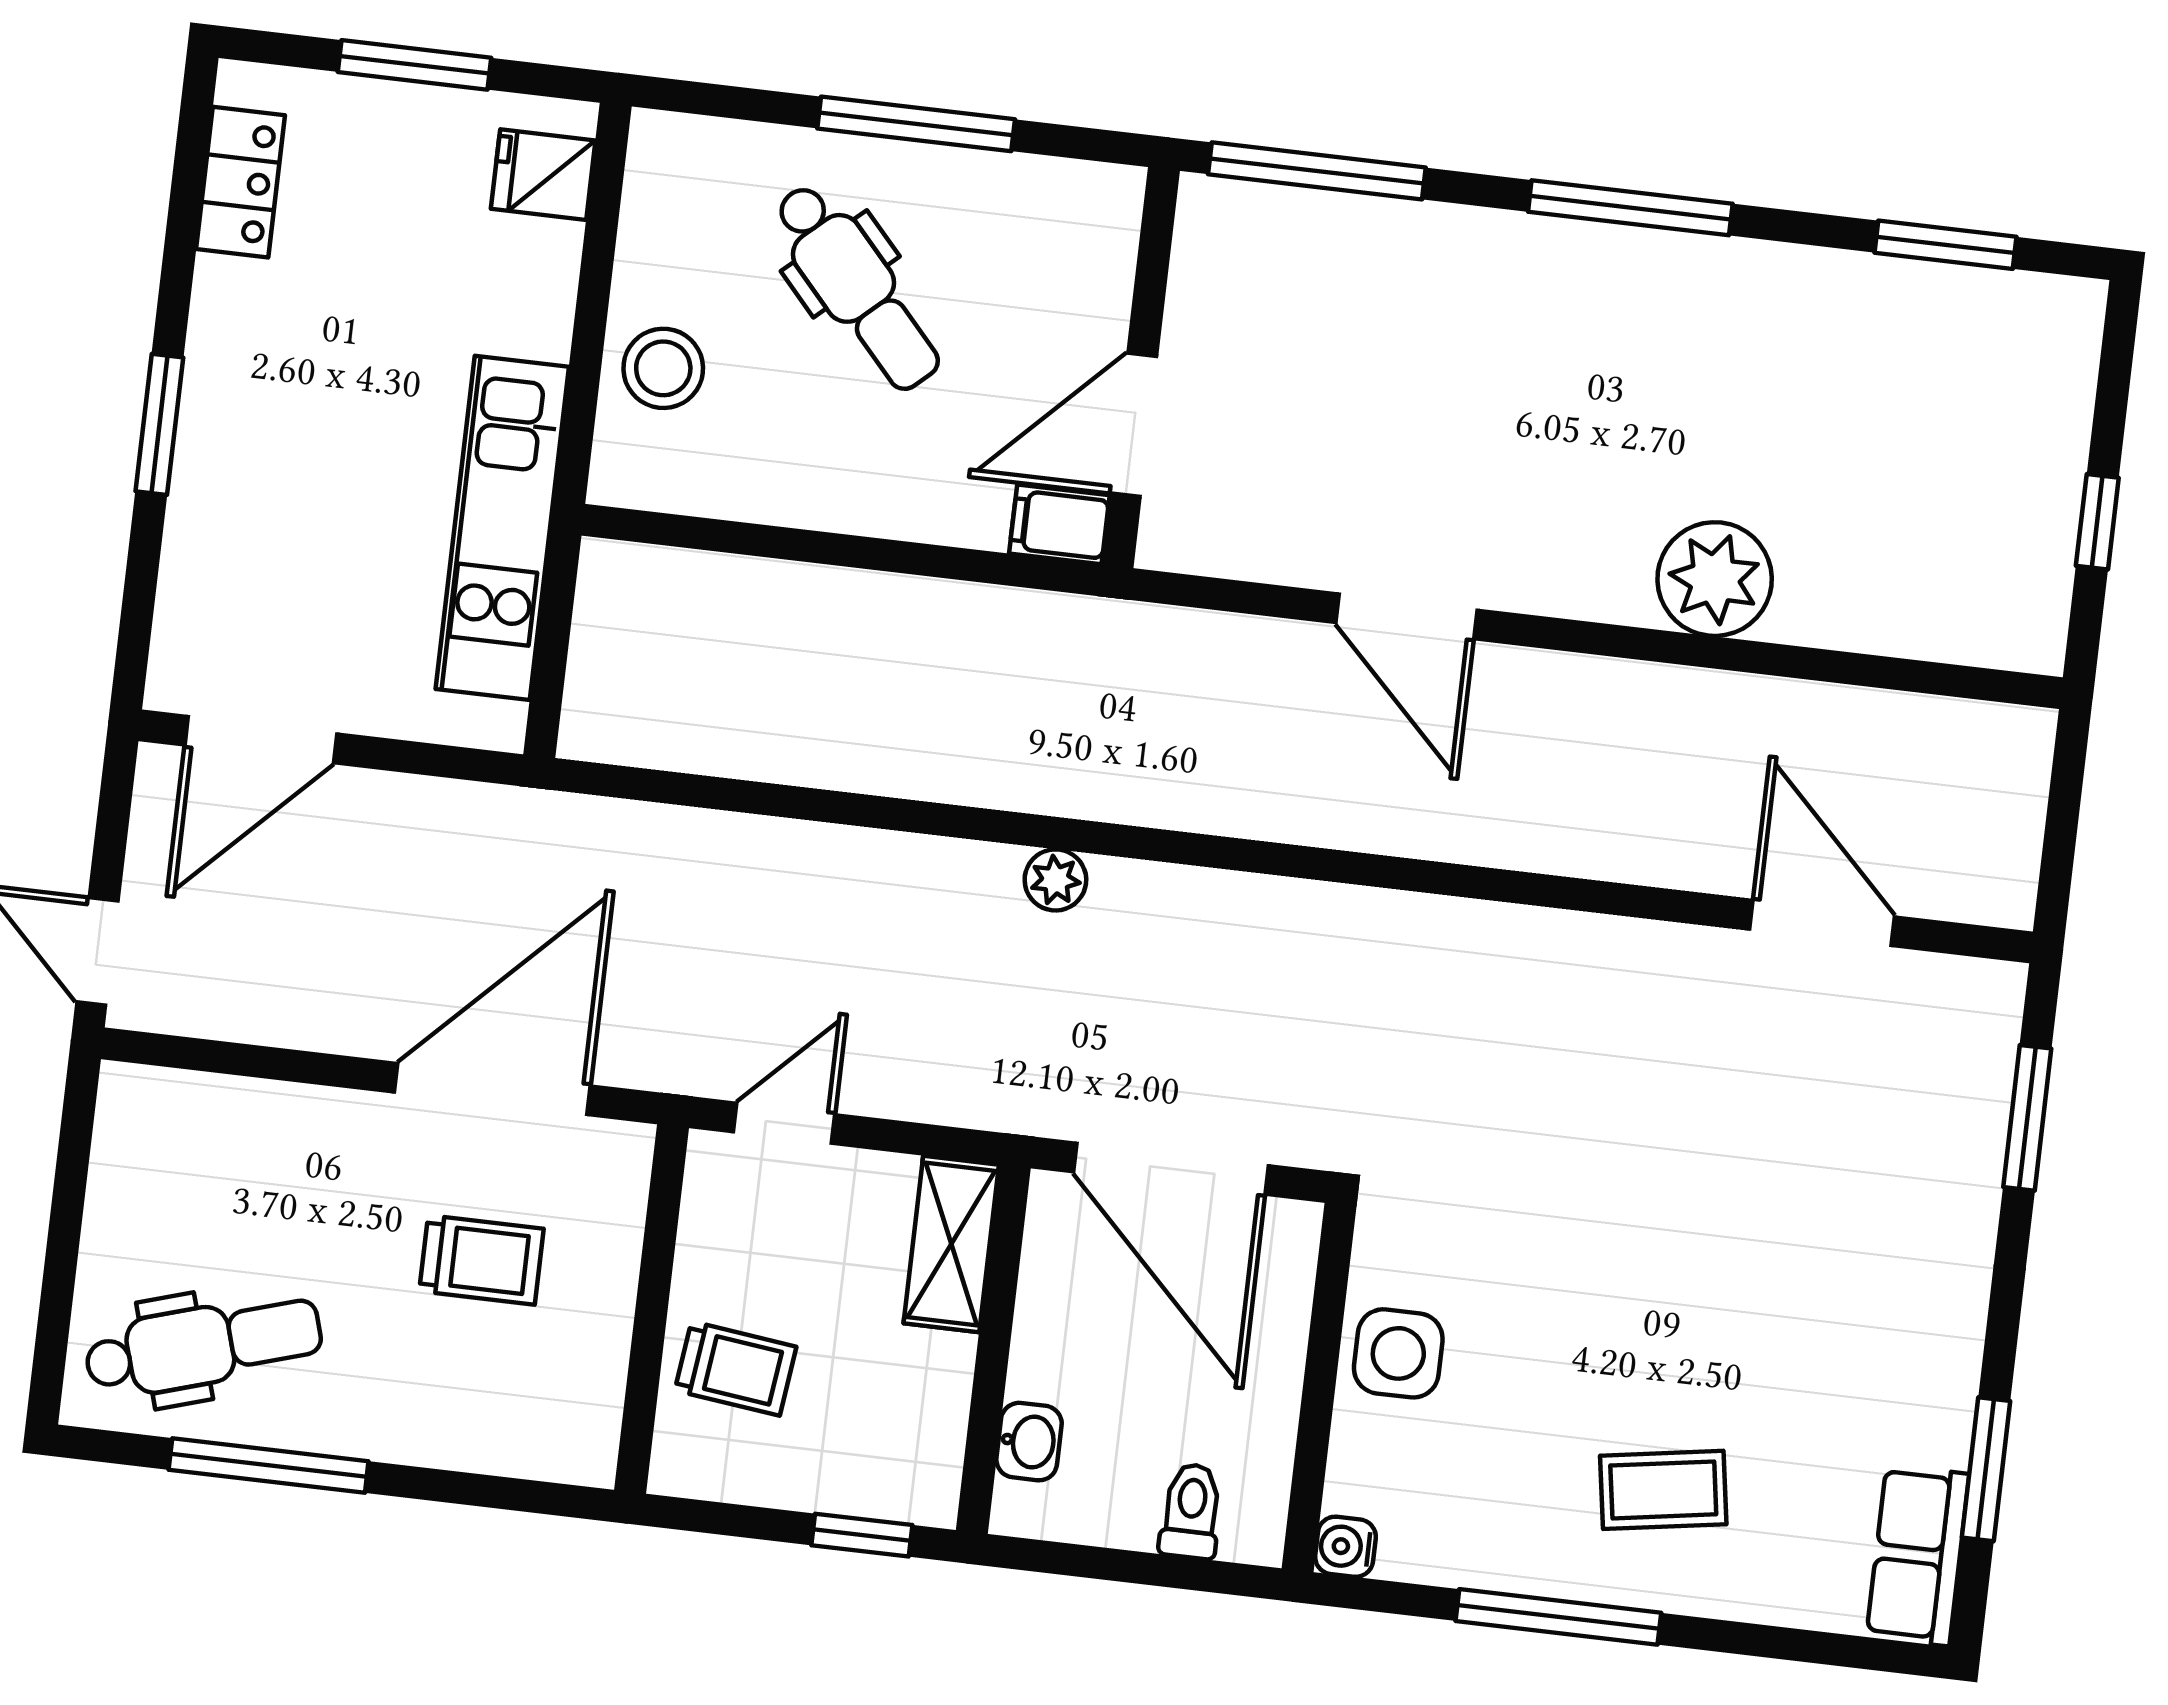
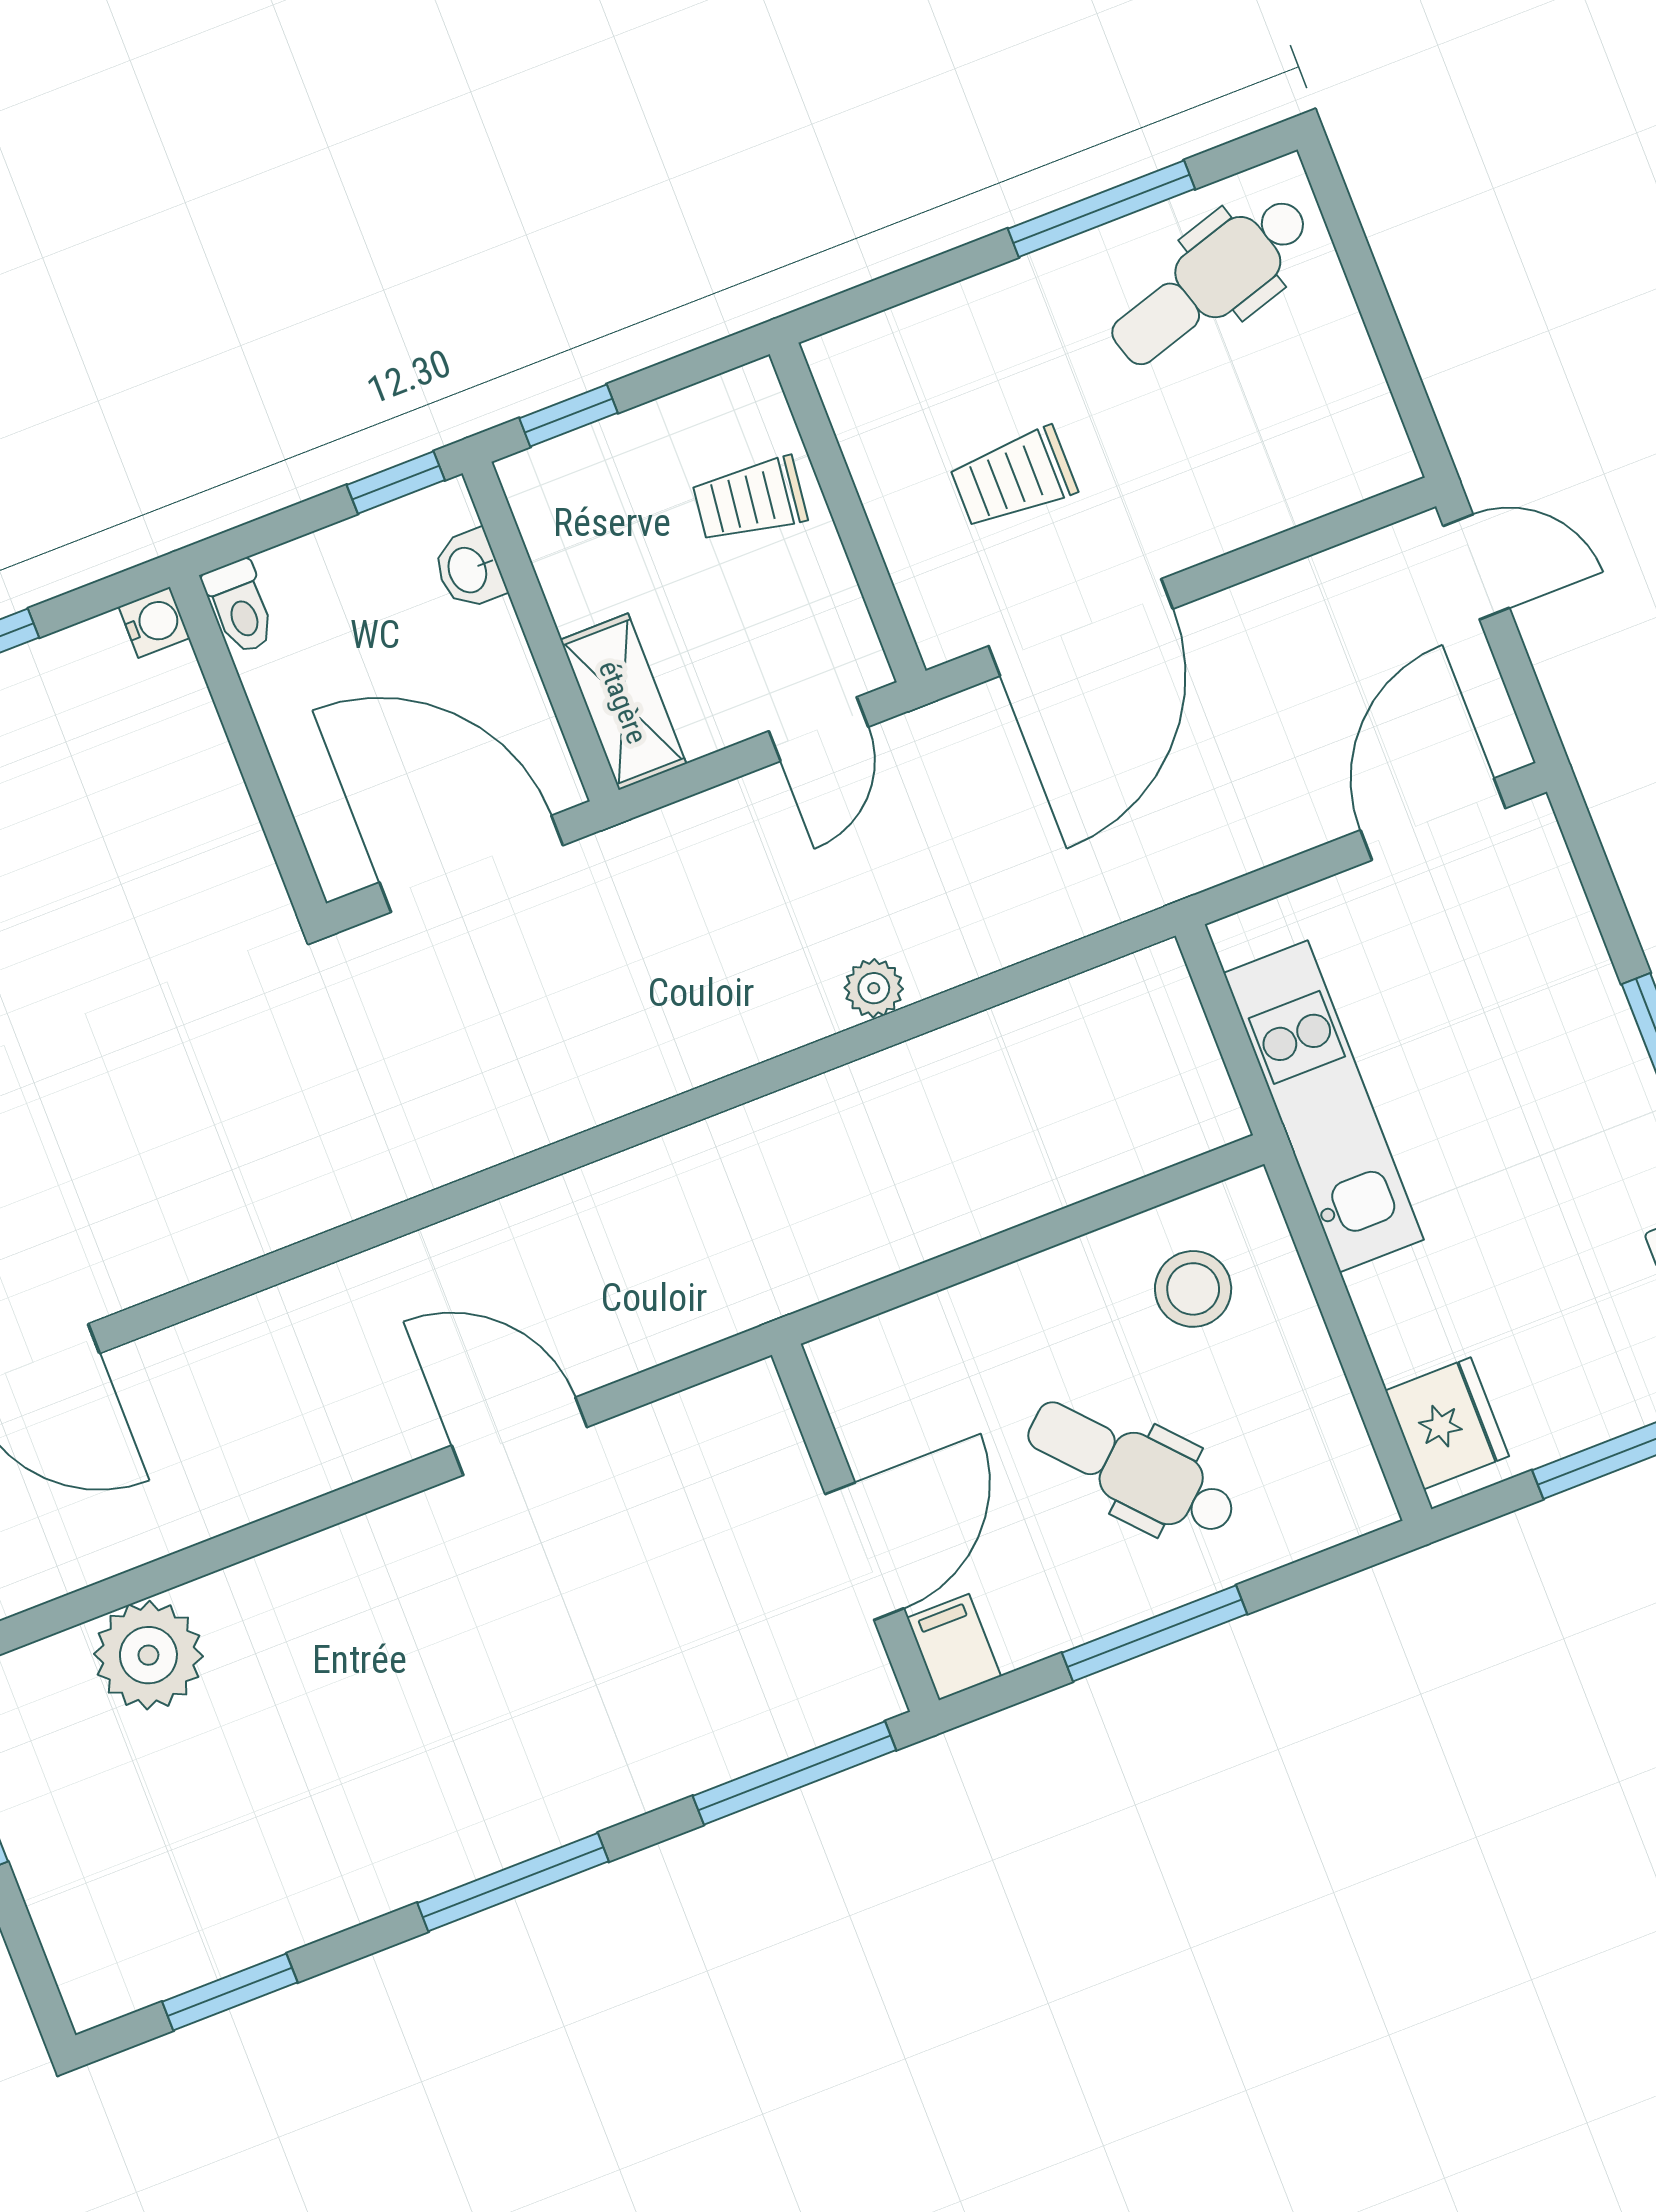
fridge: (543, 175) -> (1447, 1423), width x1.38
stool: (663, 368) -> (1193, 1289), moved
door: (1134, 425) -> (865, 1551), moved
filing cabinet: (1059, 524) -> (954, 1647), moved, turned -90
plant: (1715, 579) -> (148, 1655), moved
plant: (1055, 880) -> (874, 988), moved
side table: (1398, 1353) -> (196, 809), removed
toilet: (1191, 1511) -> (240, 607), moved
window: (1054, 1558) -> (396, 483), added

